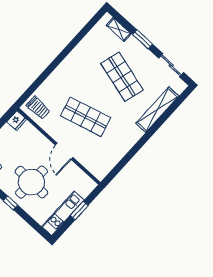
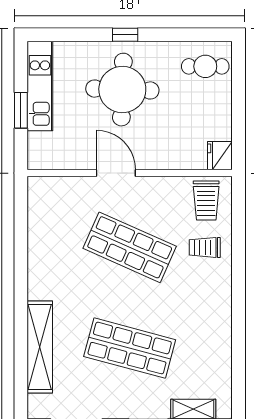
trolley: (56, 90) -> (205, 247), added
trolley: (38, 108) -> (206, 200), turned -90
shop shelf: (86, 117) -> (130, 247), turned 39

